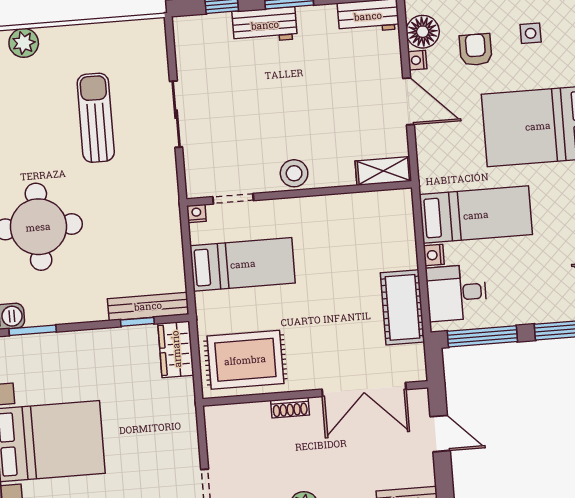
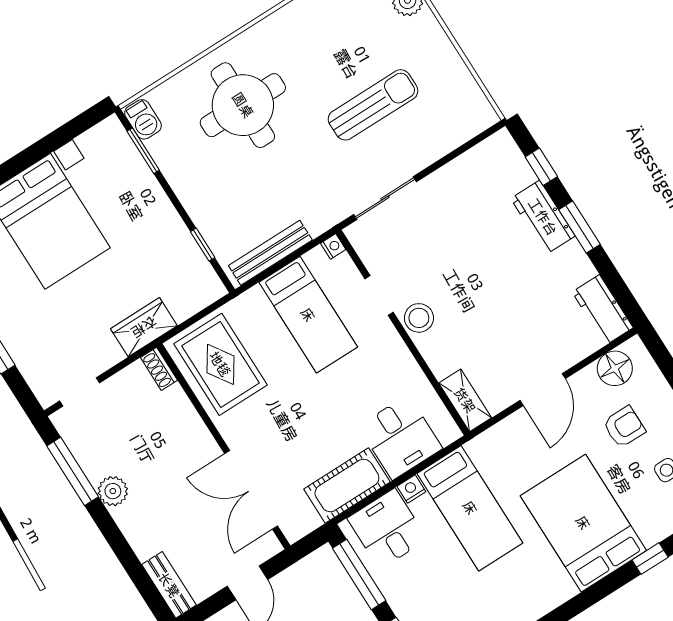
nightstand: (417, 60) -> (586, 377), removed
sliding door: (176, 114) -> (385, 198), moved
doorway: (233, 199) -> (379, 296), moved
desk: (386, 242) -> (400, 437), added
bench: (148, 306) -> (270, 253), moved, turned 90
wardrobe: (176, 349) -> (144, 327), moved
shoe rack: (290, 408) -> (159, 369), moved

